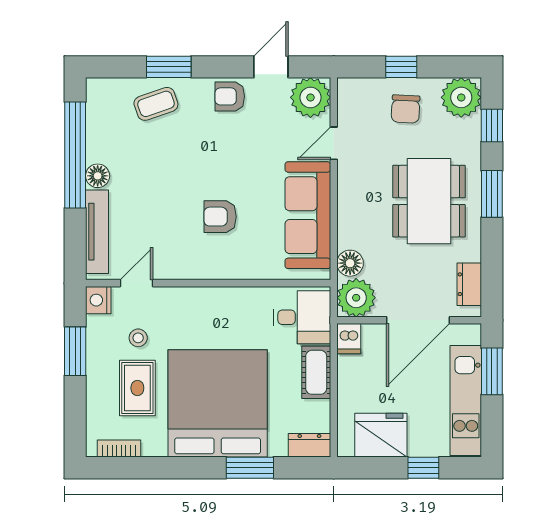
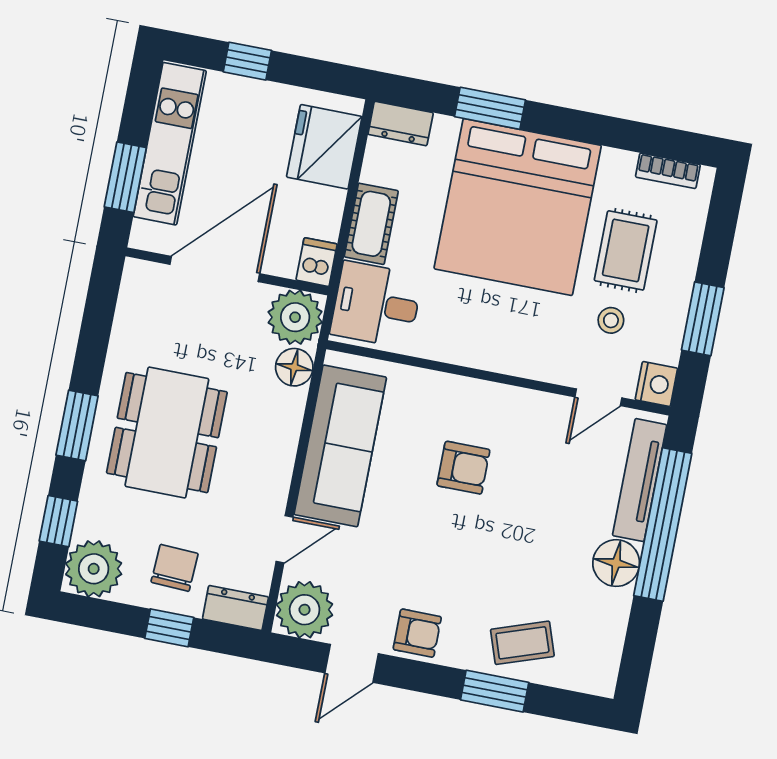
window: (75, 155) -> (663, 524), moved
floor lamp: (98, 176) -> (616, 563), width x1.38, depth x1.38
dresser: (469, 284) -> (235, 608), moved, turned -90
fridge: (381, 435) -> (324, 147), moved, turned 90

